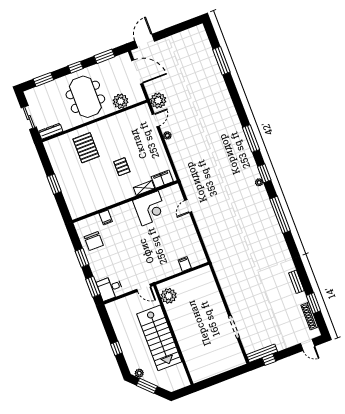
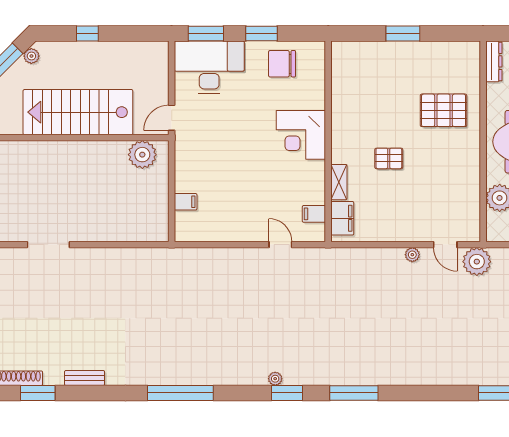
corner desk: (150, 208) -> (301, 135), moved
window: (280, 215) -> (180, 393), moved
filing cabinet: (106, 217) -> (314, 214), moved
desk: (110, 288) -> (209, 67), width x1.87, depth x1.30

